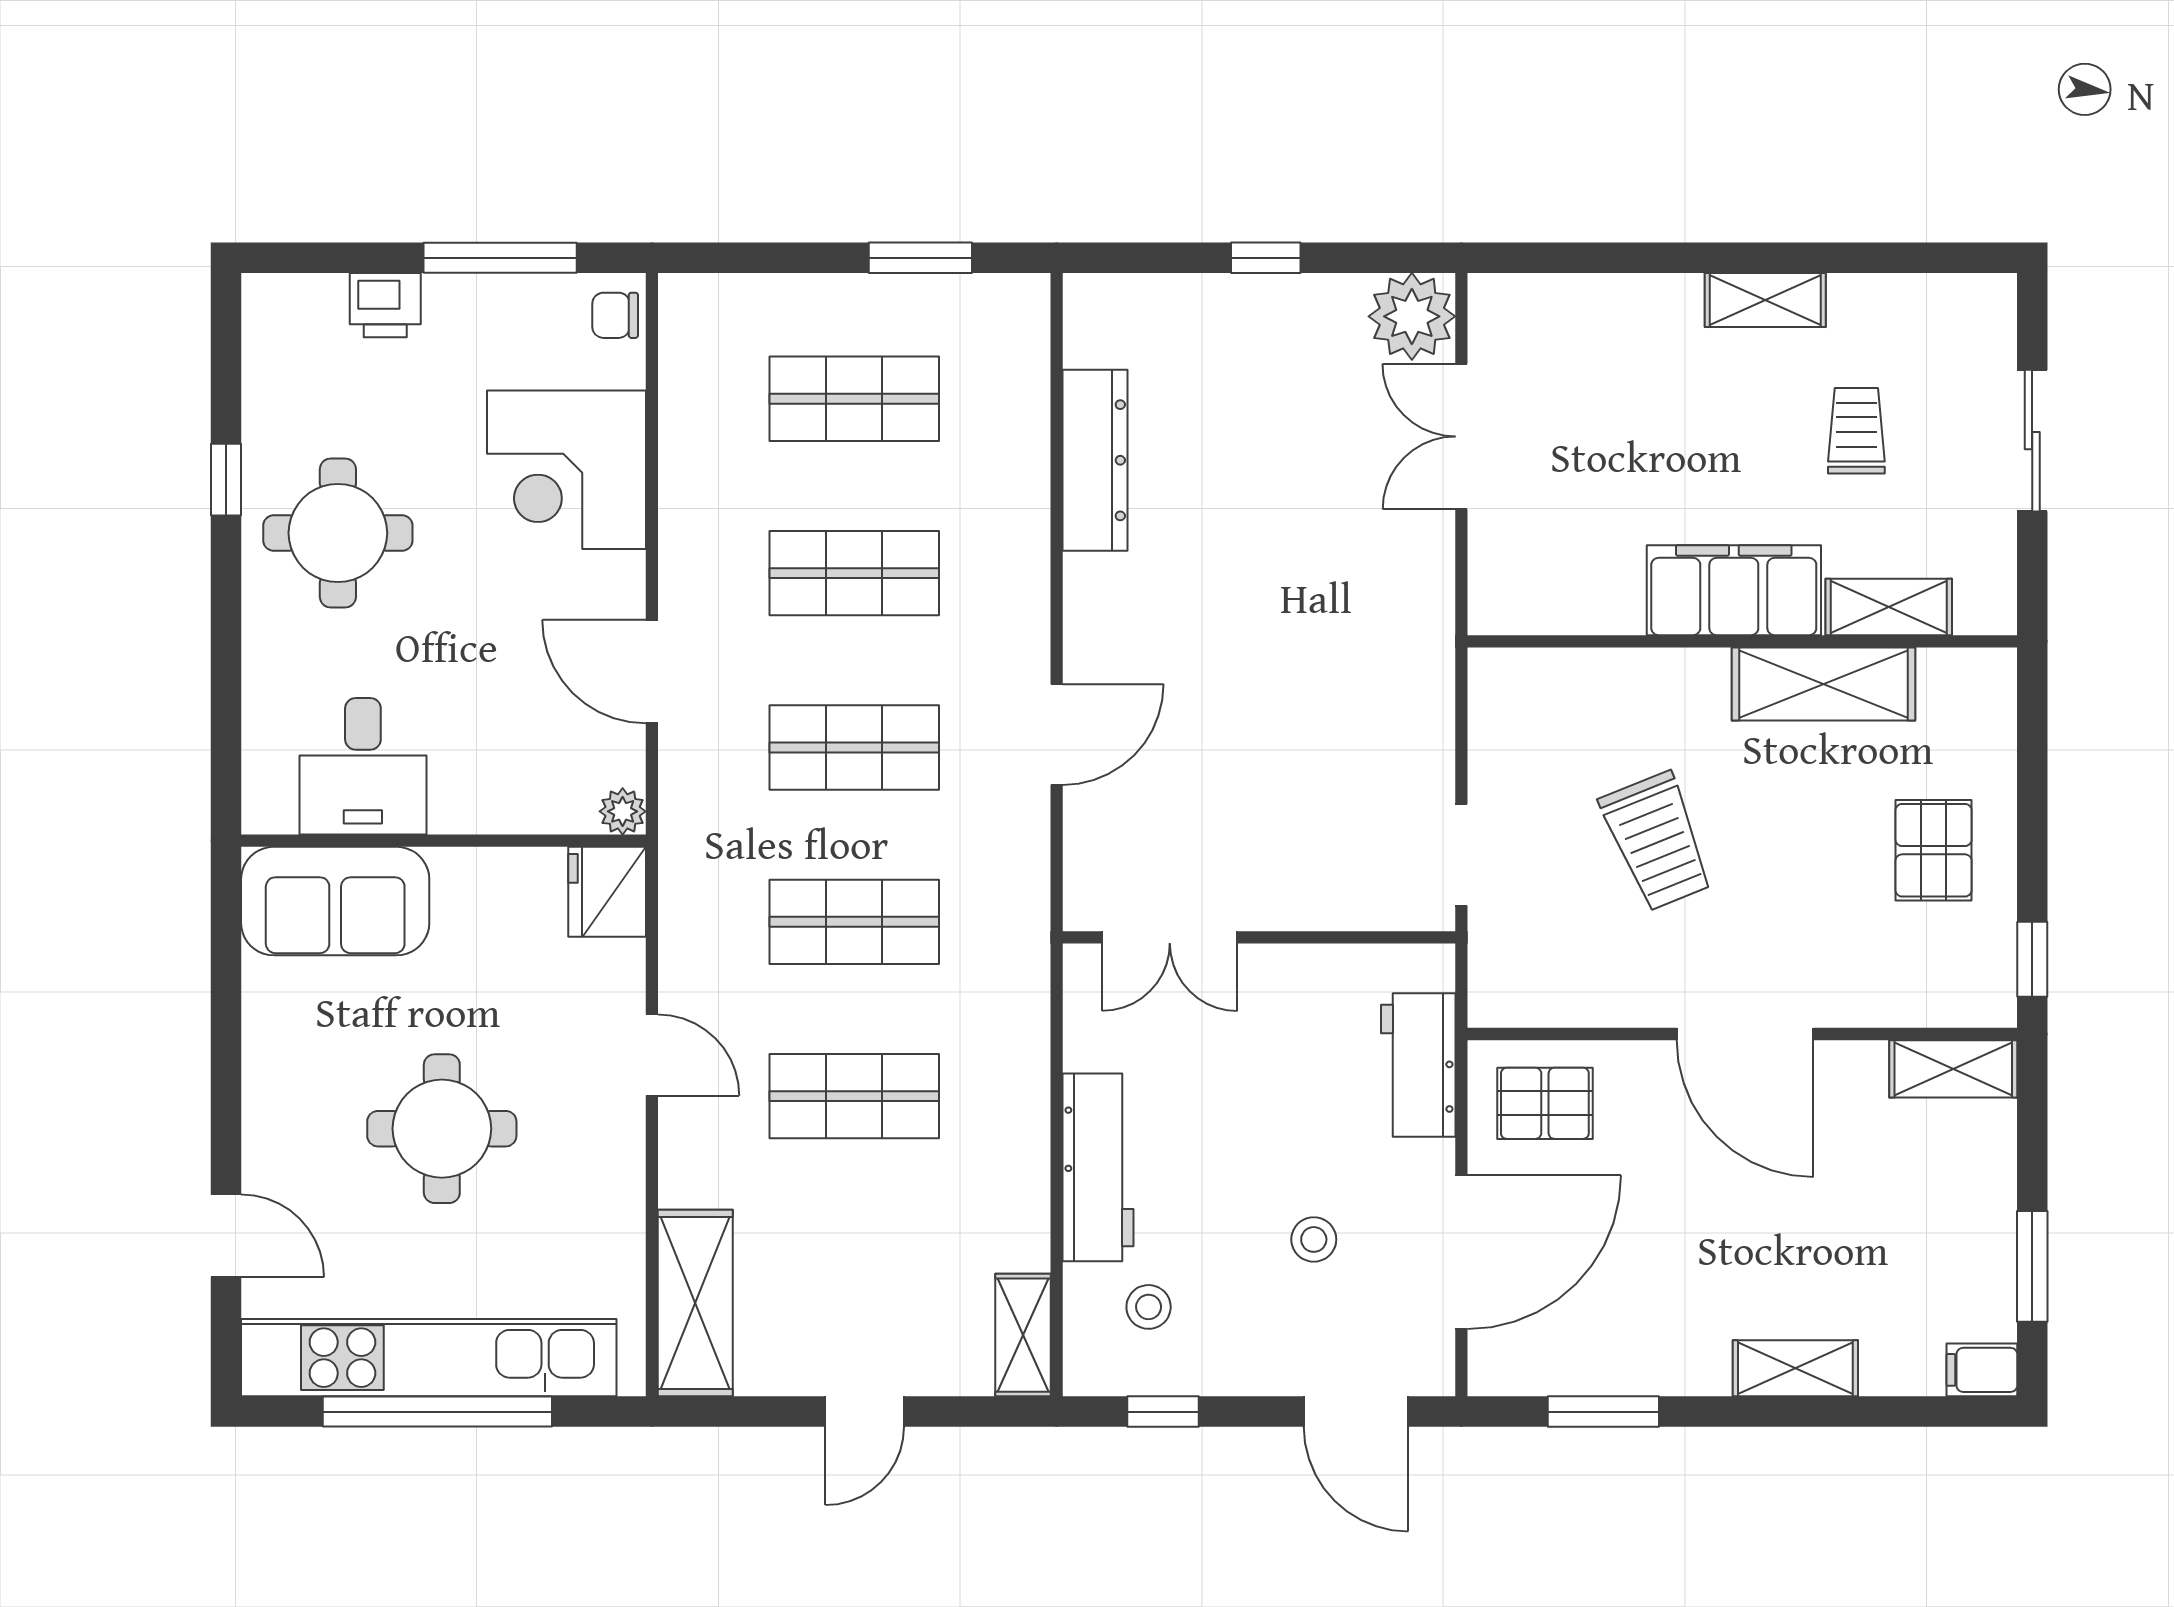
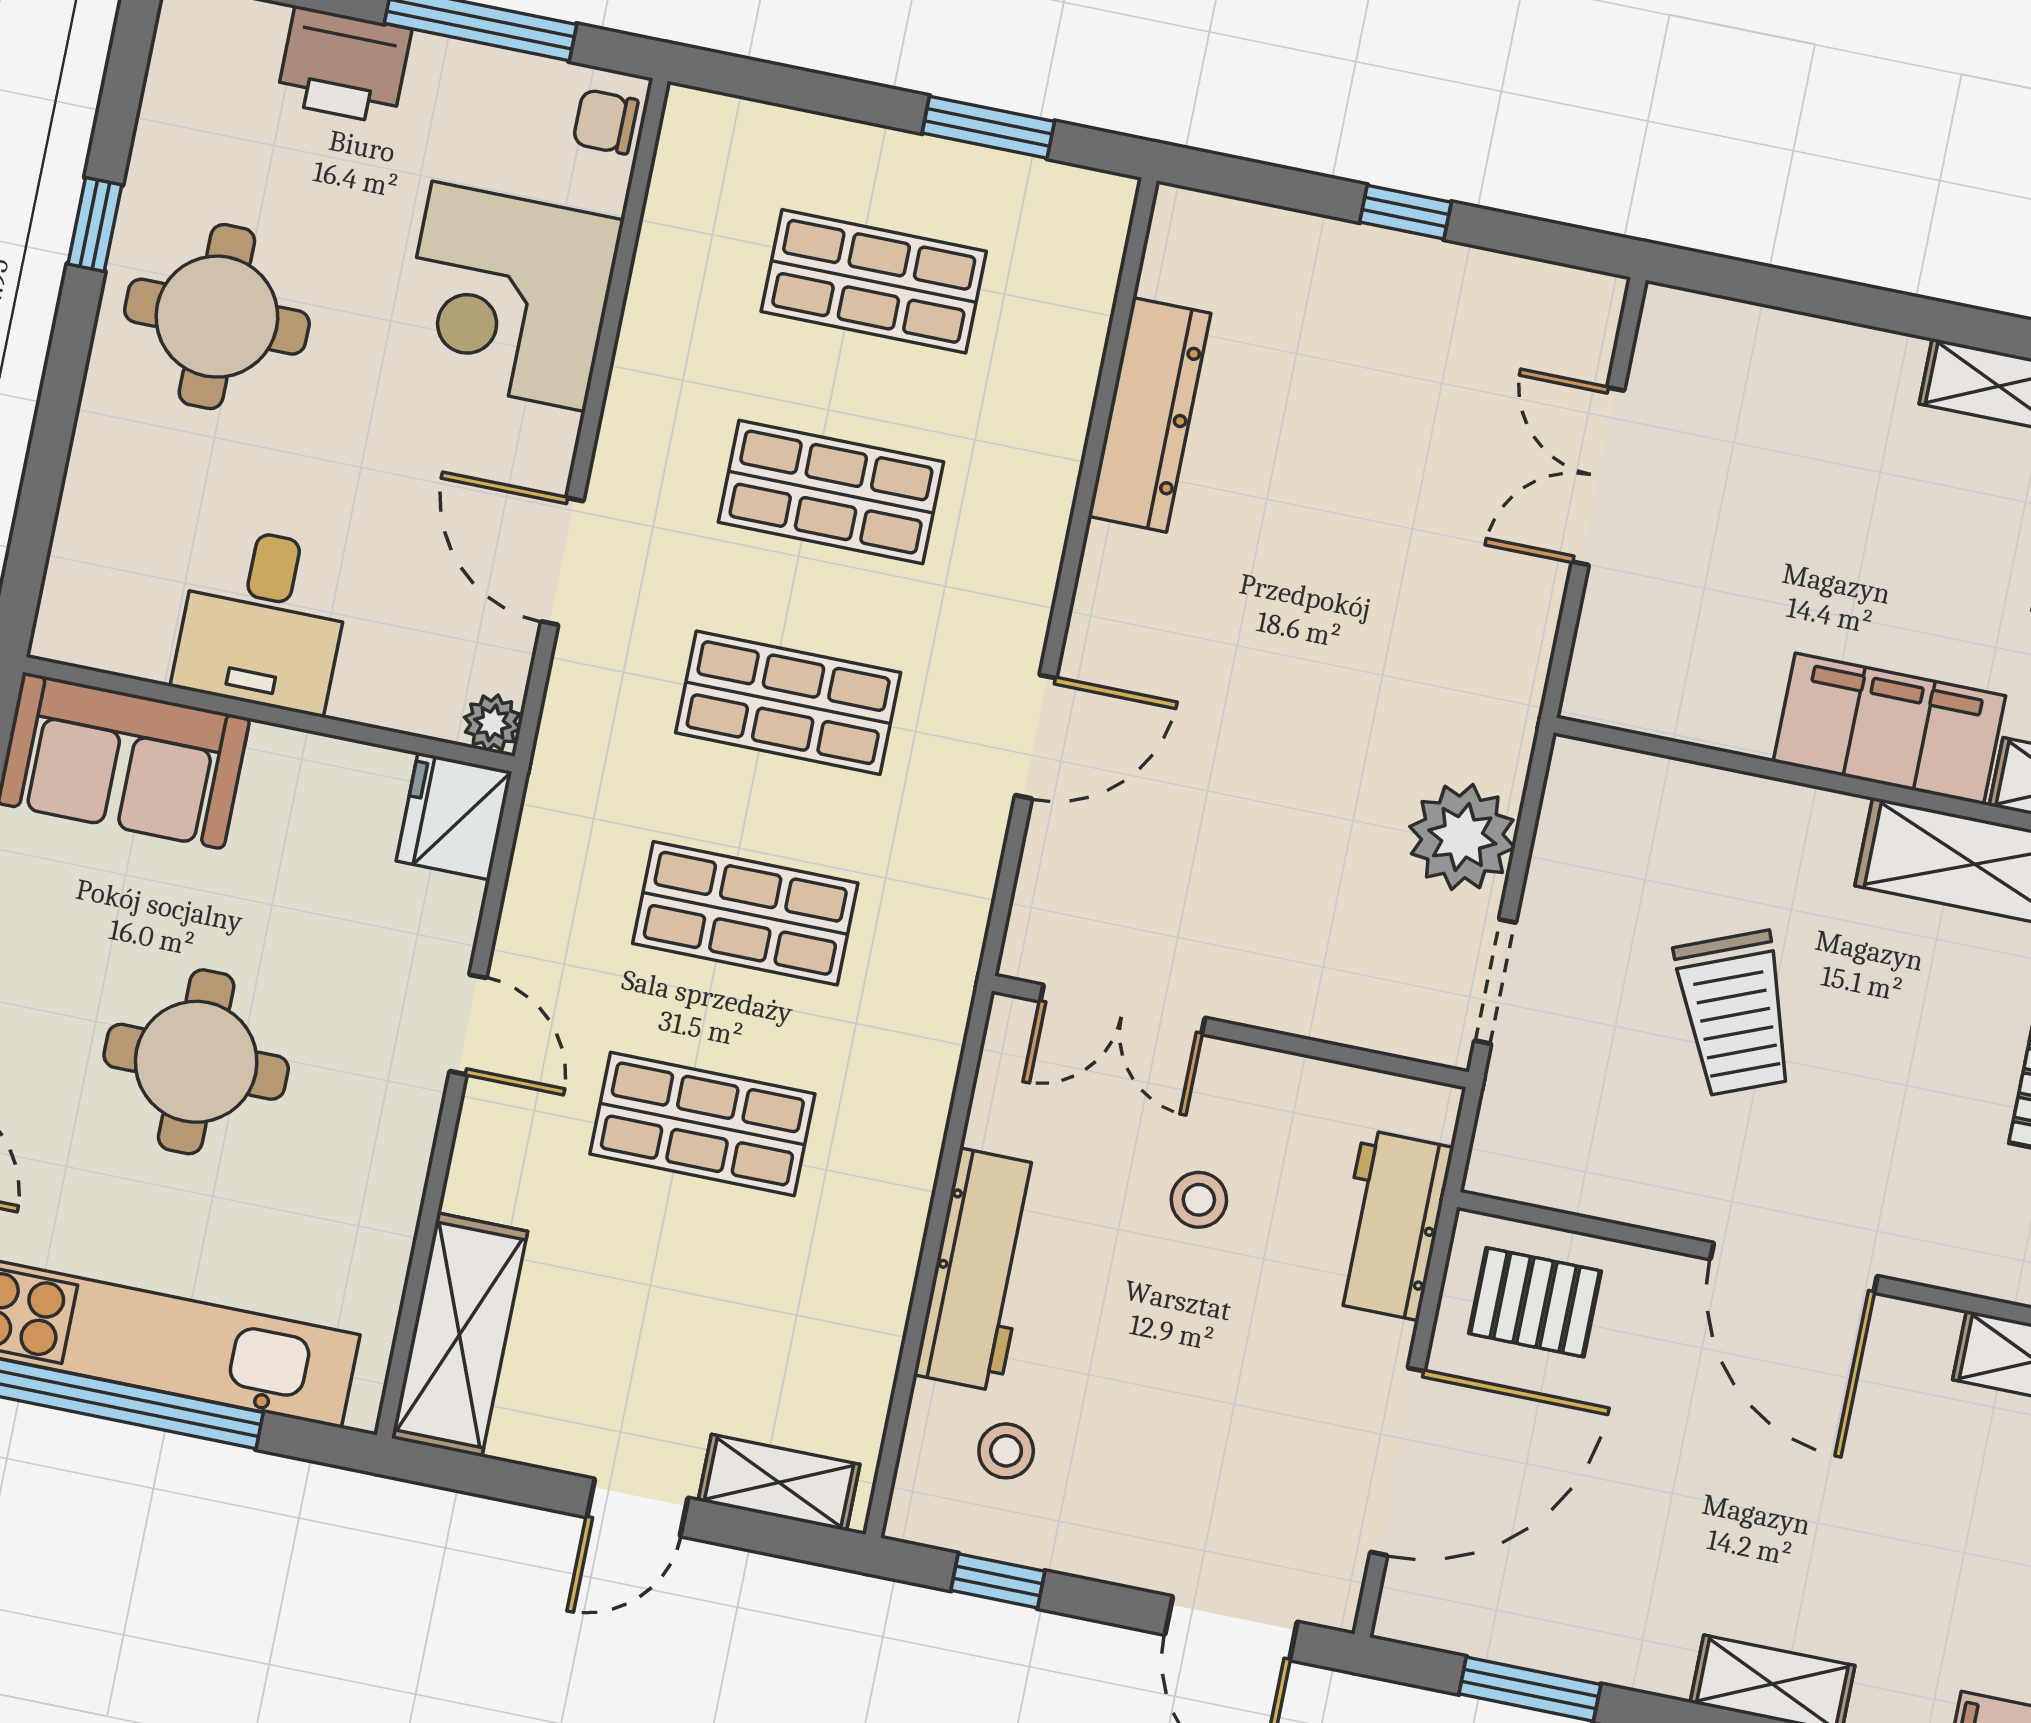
printer: (385, 305) -> (344, 65), width x1.36, depth x1.24
plant: (1412, 316) -> (1462, 837), moved
desk: (363, 766) -> (263, 620), moved
stool: (1314, 1239) -> (1199, 1200), moved
shelving: (1023, 1335) -> (779, 1483), moved, turned 90

